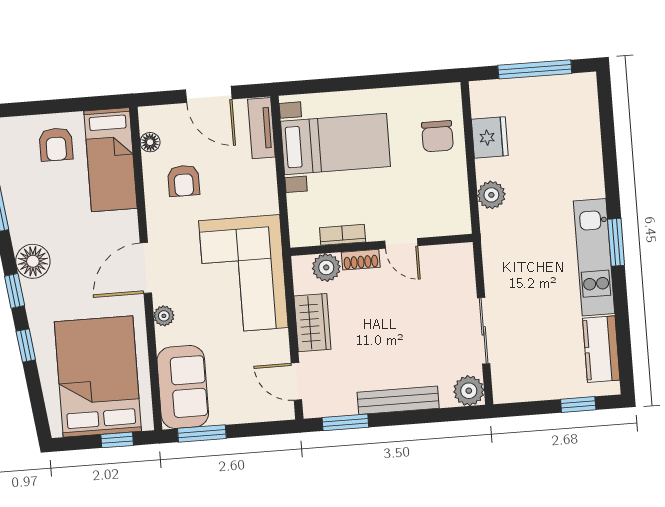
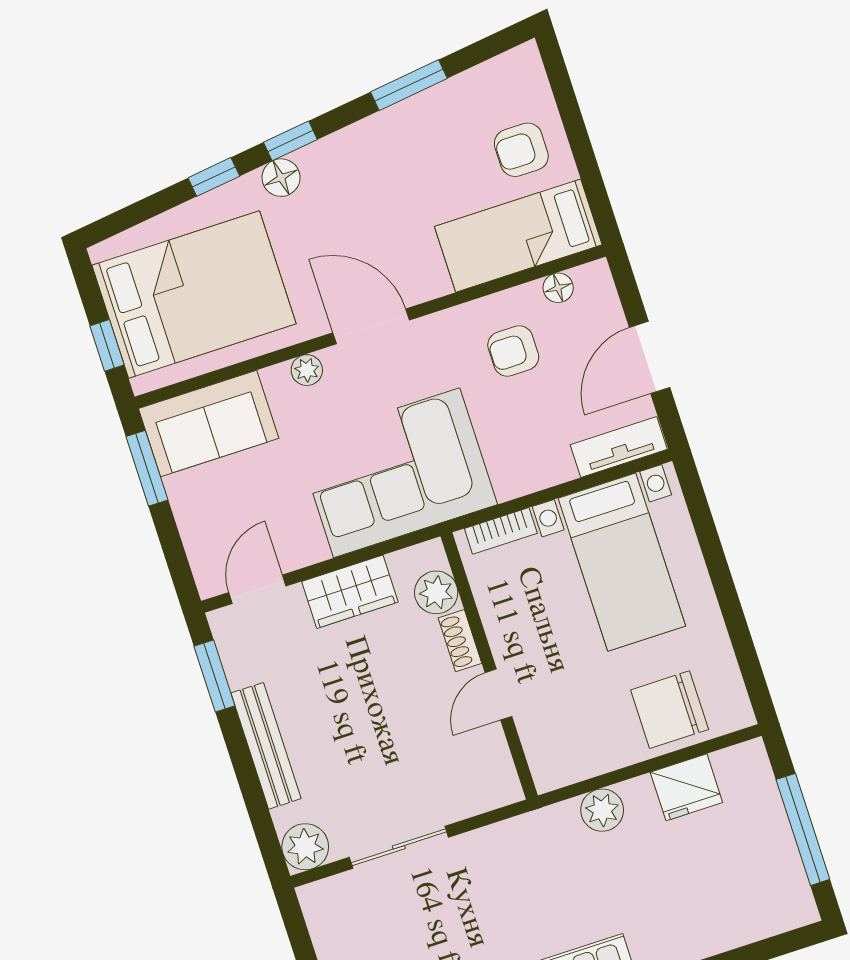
chair: (437, 136) -> (670, 710), width x1.37, depth x1.37
bookcase: (343, 235) -> (501, 531), moved, turned 90
floor lamp: (33, 261) -> (281, 178), moved, width x0.73, depth x0.73

